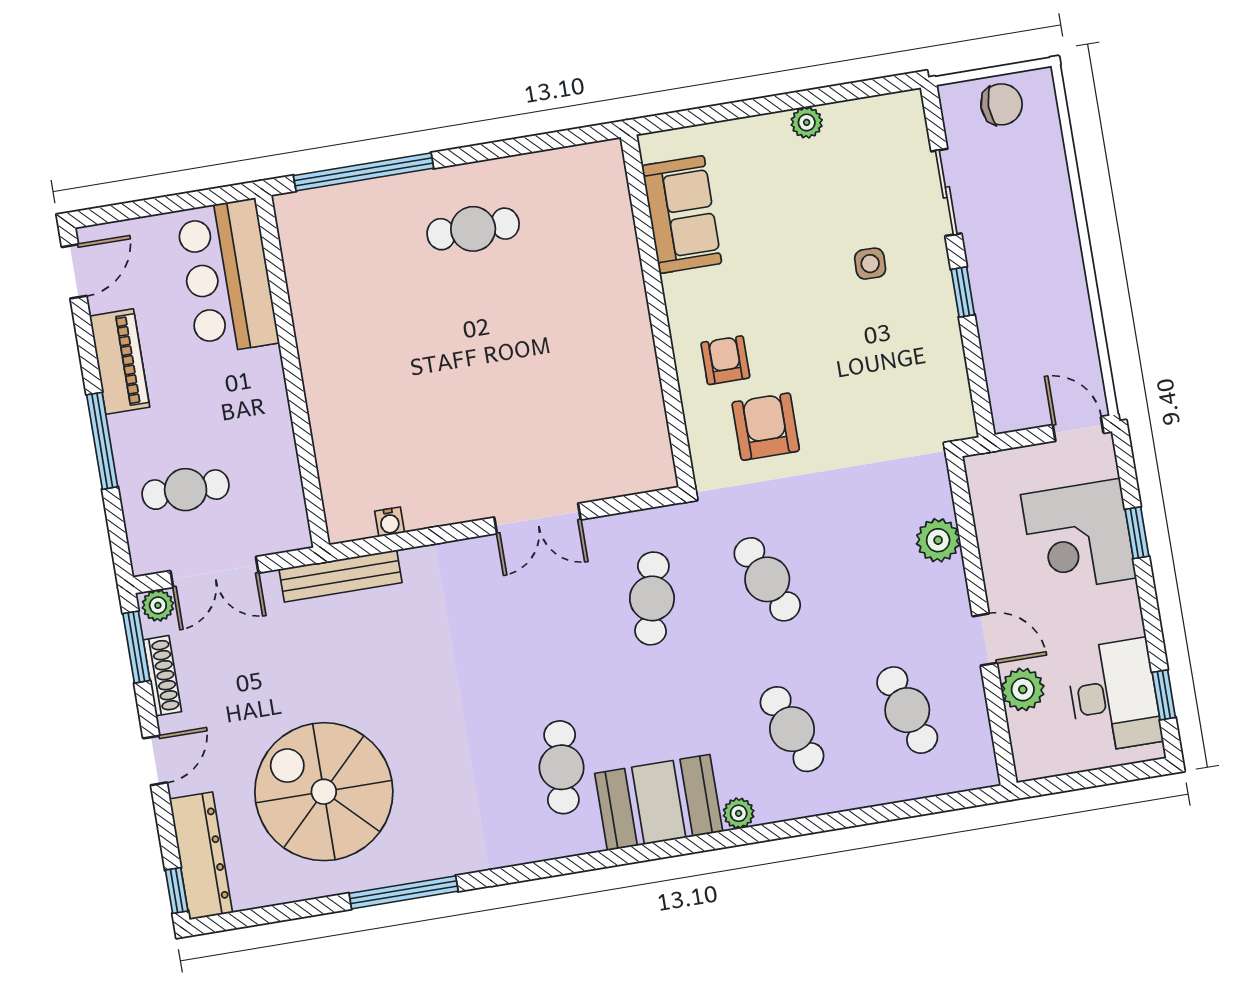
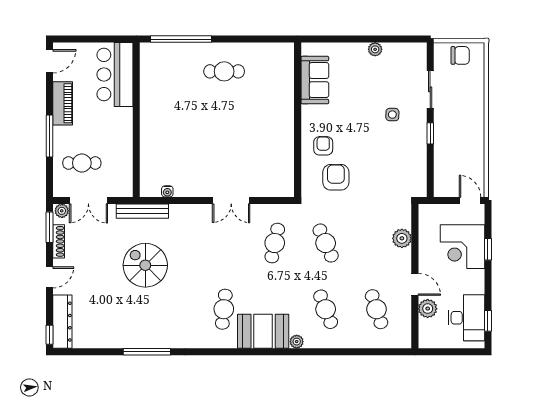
spiral stairs: (324, 792) -> (145, 265), moved, width x0.73, depth x0.73

